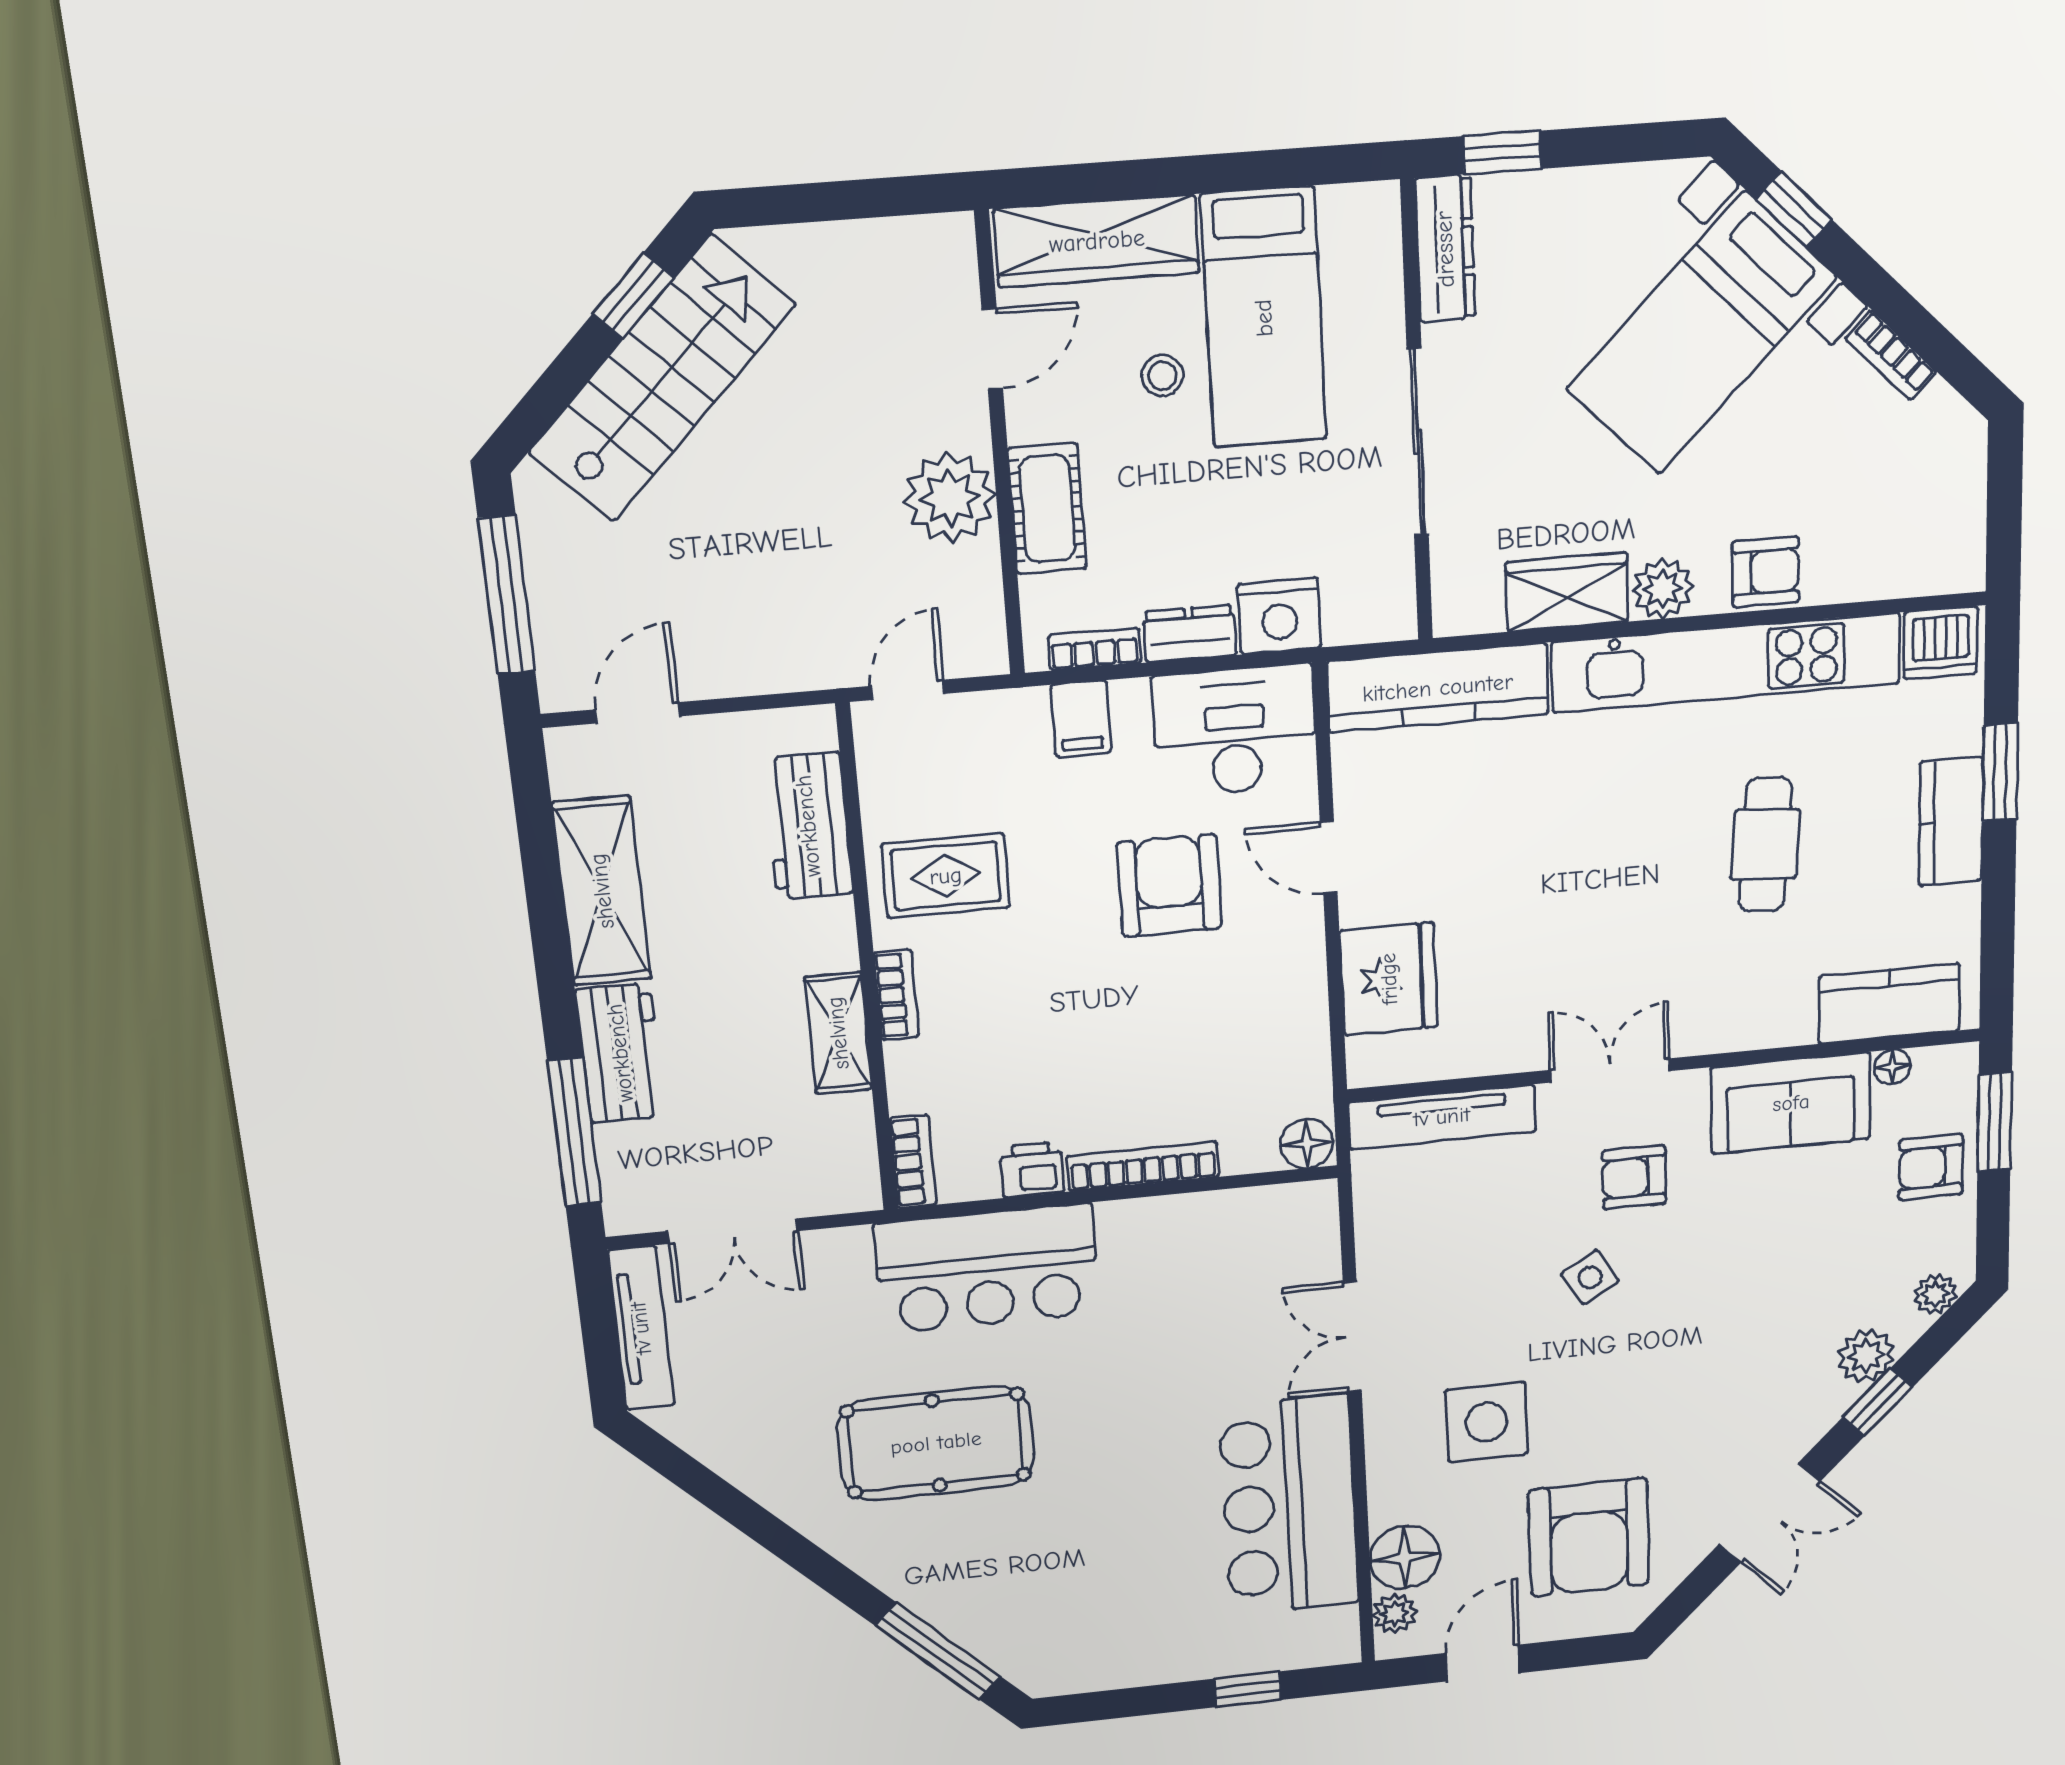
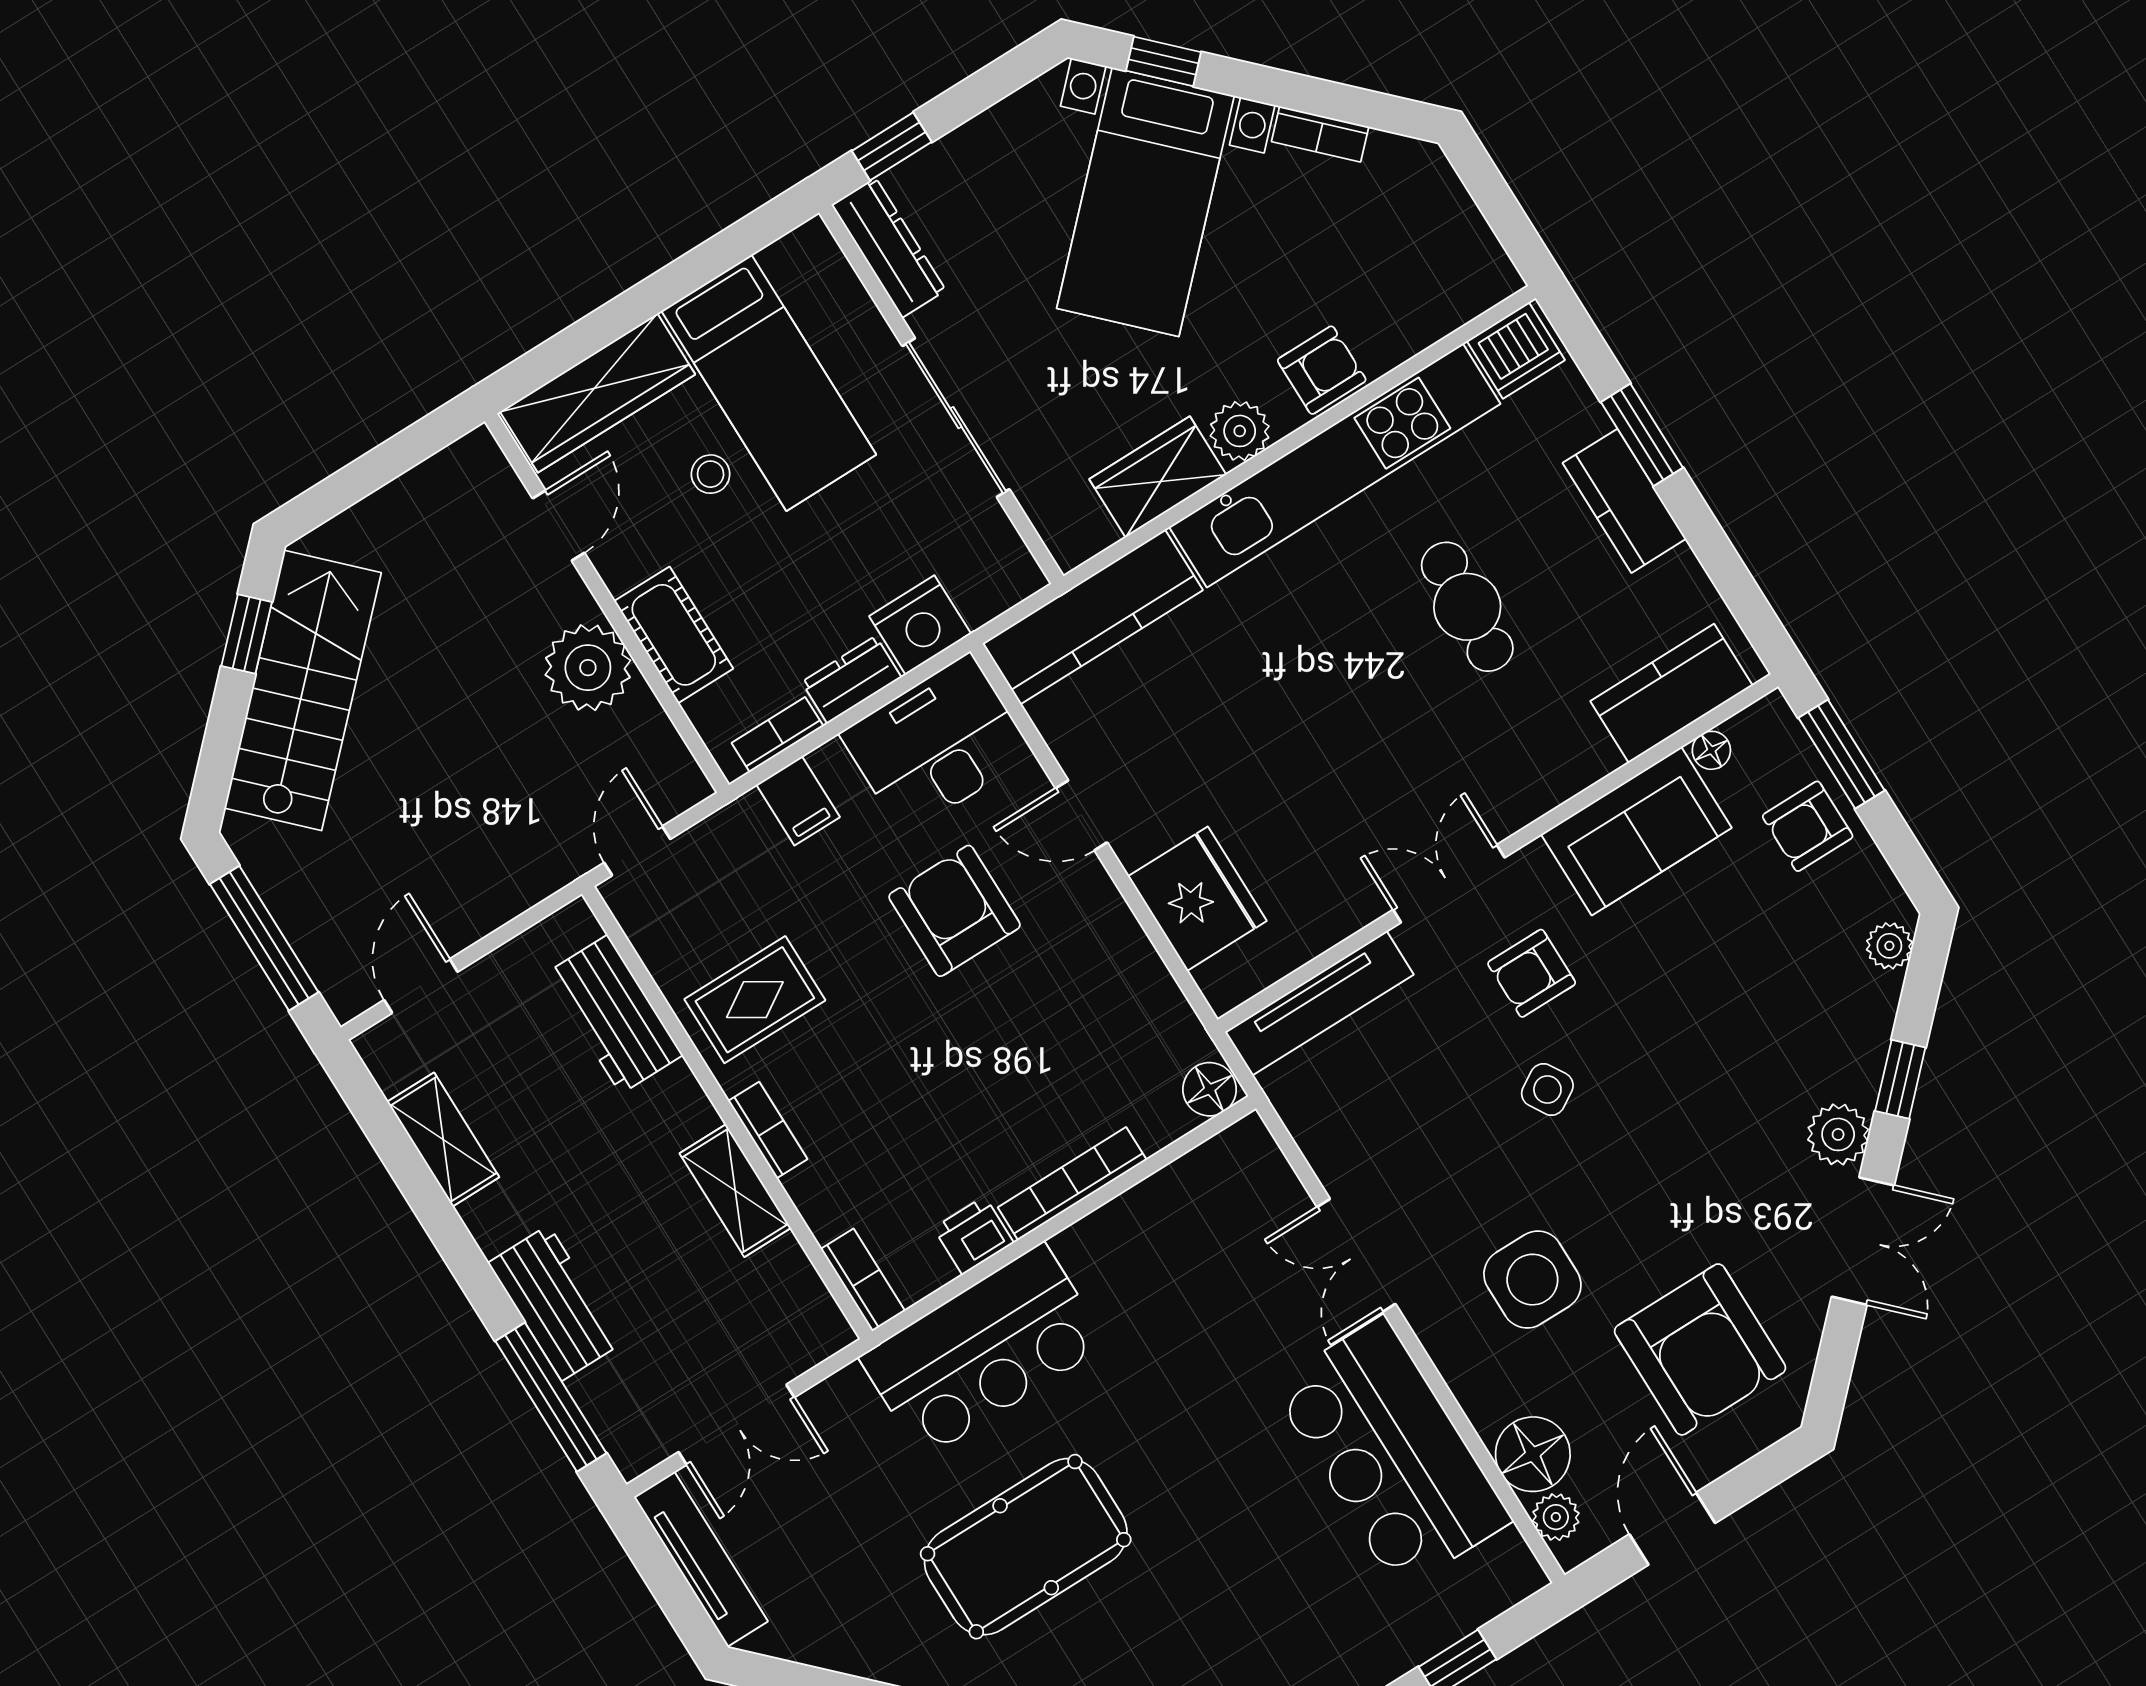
shelving: (602, 891) -> (443, 1140), width x0.67, depth x0.75
plant: (1866, 1356) -> (1838, 1134), moved

